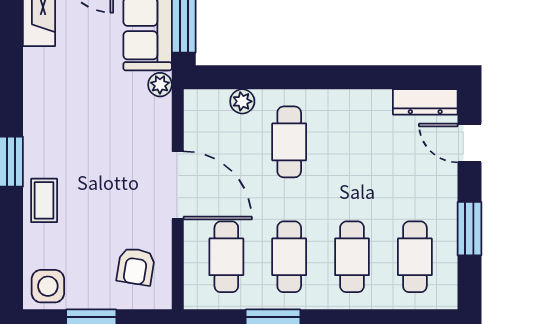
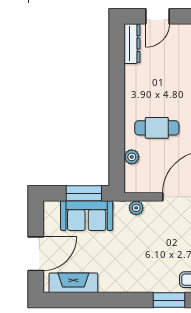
plant: (160, 85) -> (136, 208), moved

